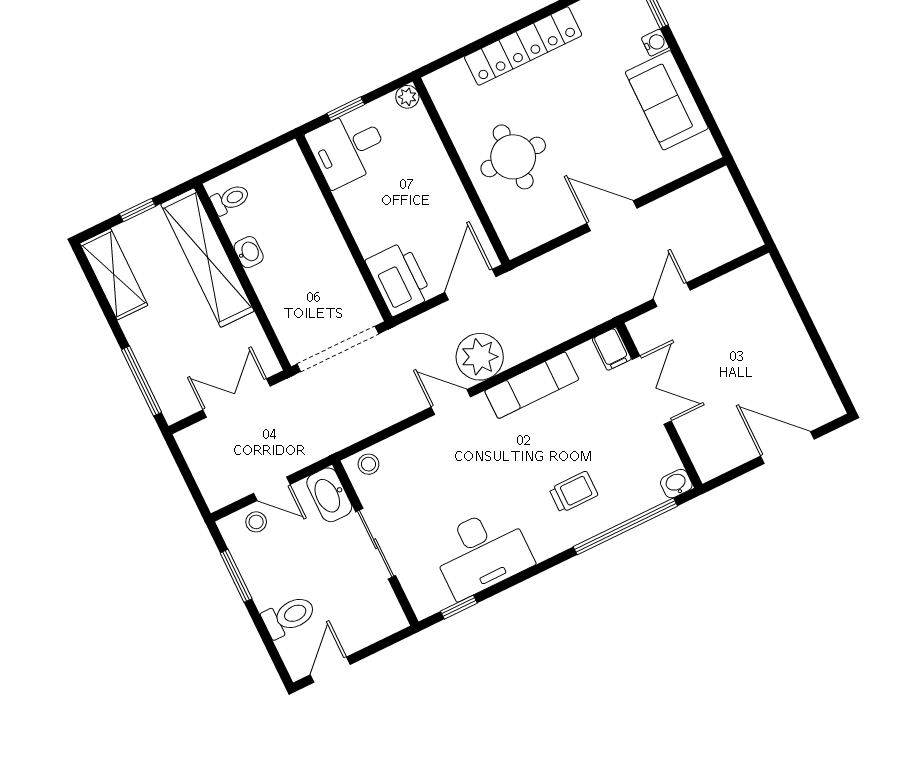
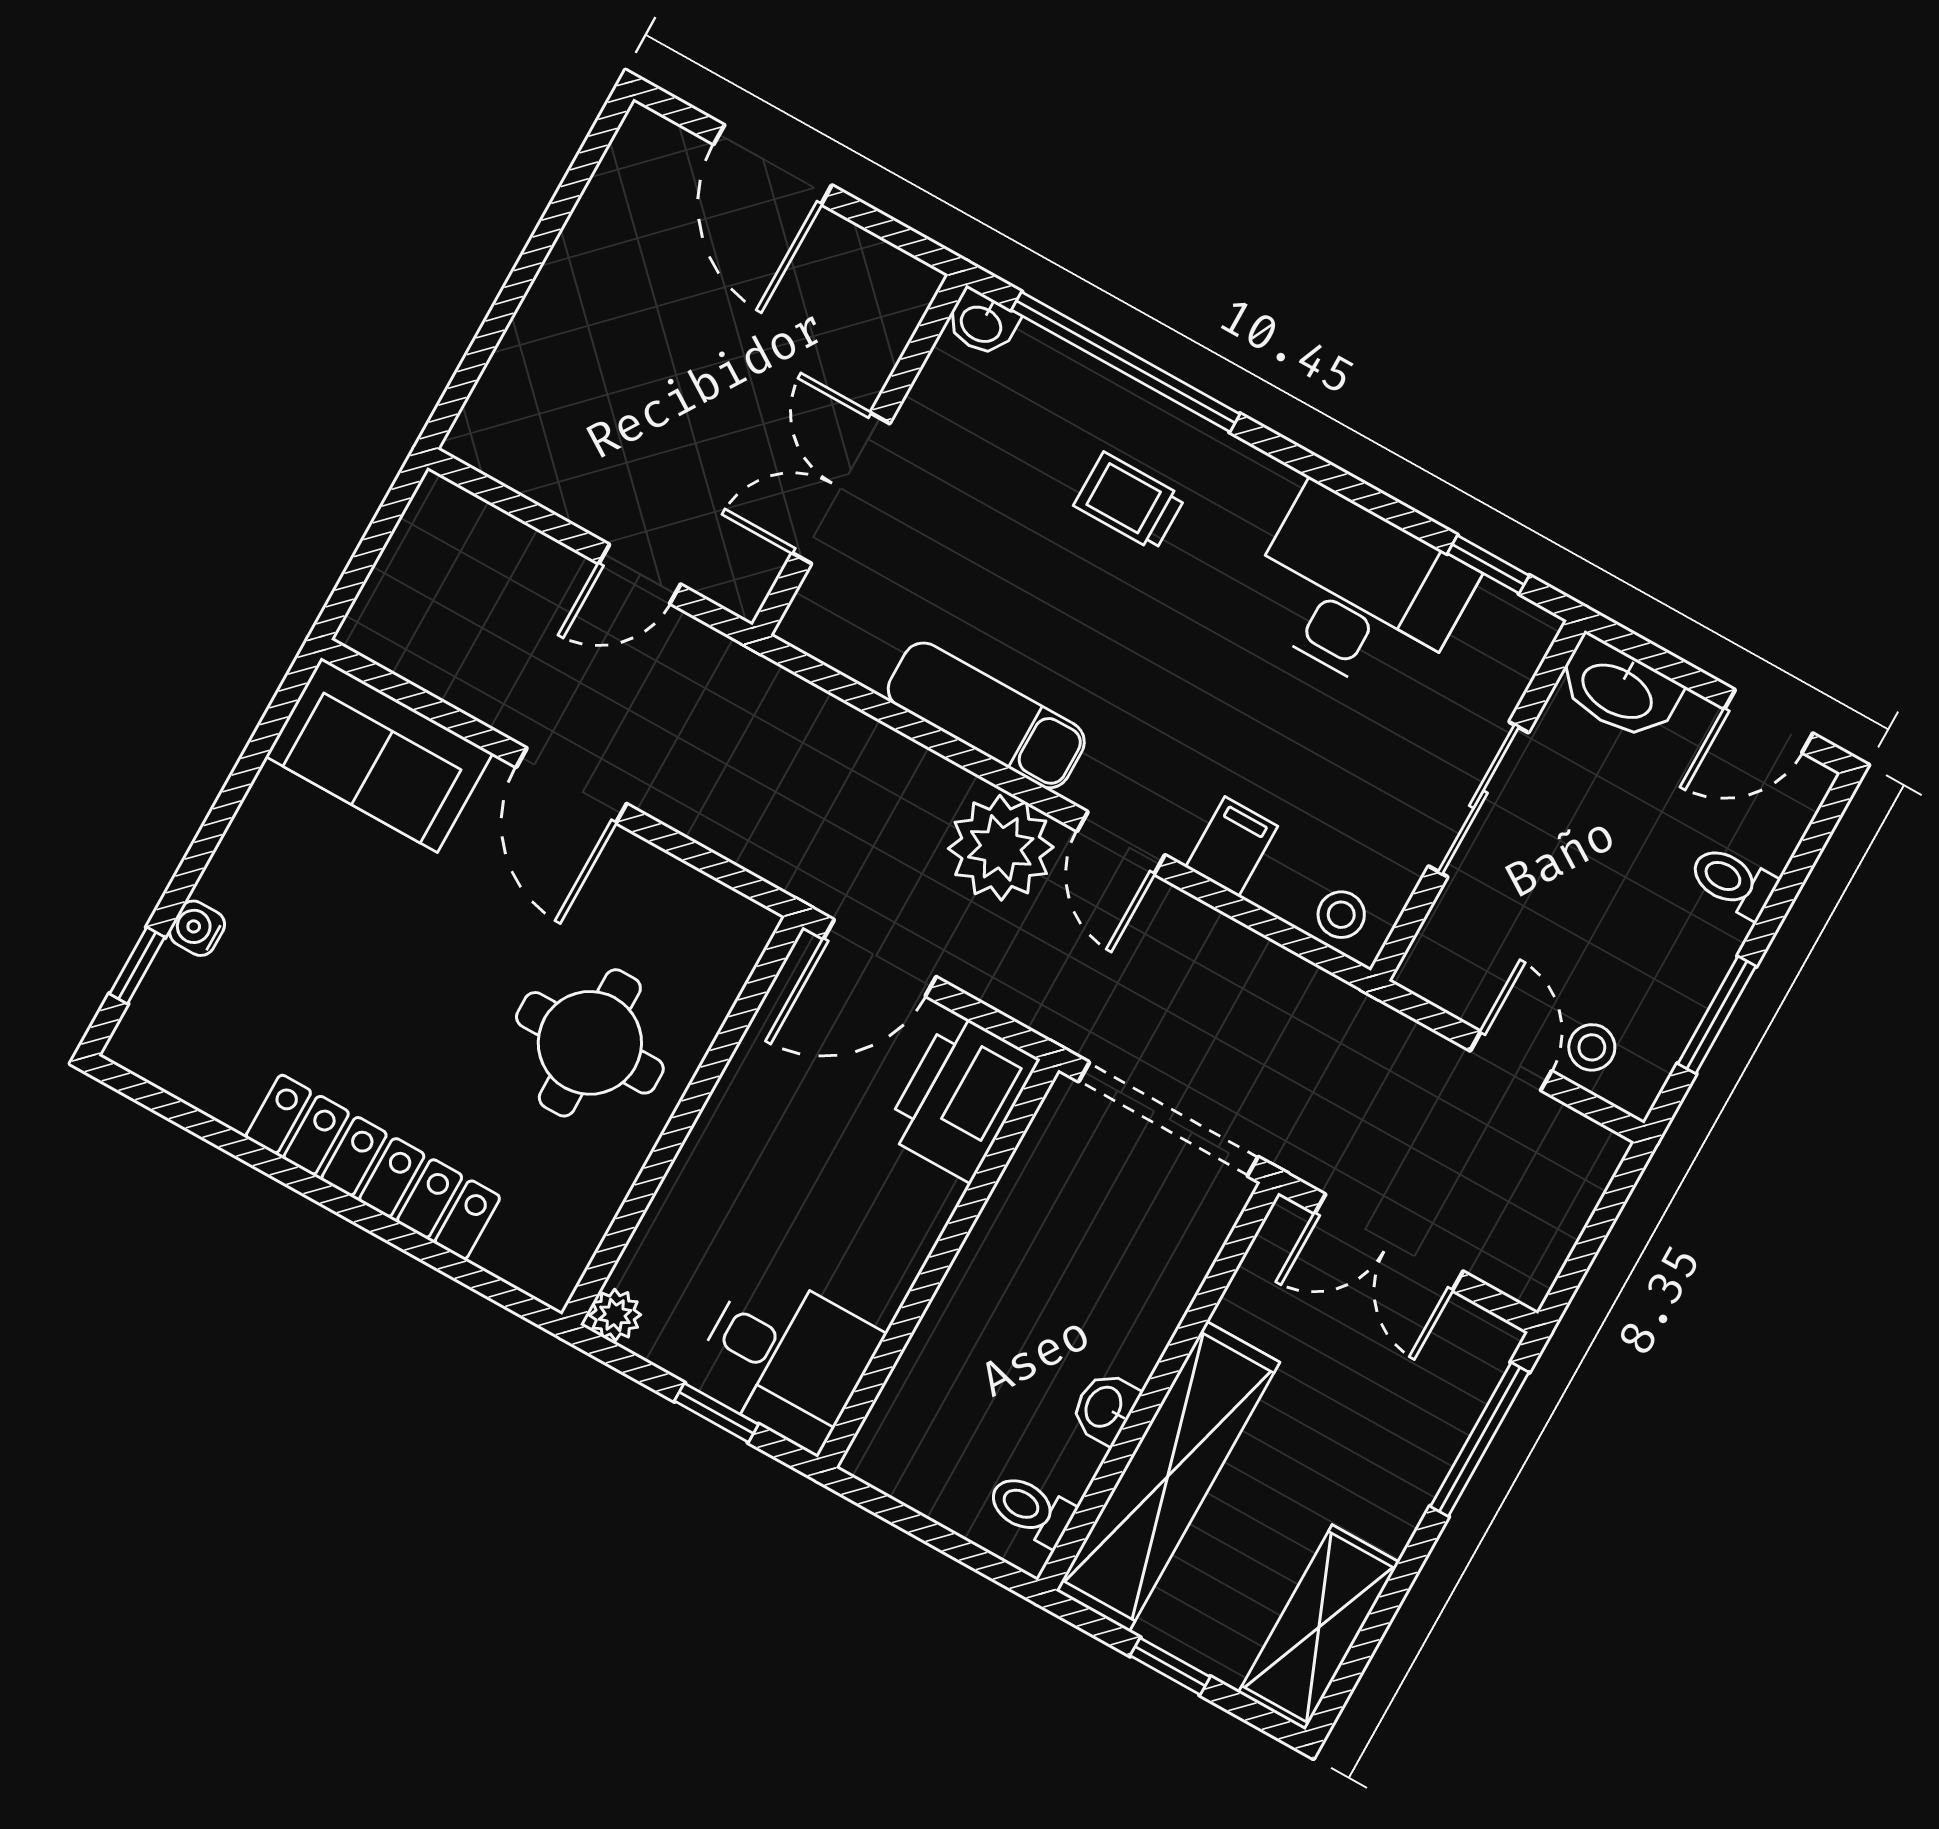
sofa: (667, 100) -> (379, 755), moved, turned 90
filing cabinet: (612, 349) -> (1232, 847), moved
washbasin: (329, 495) -> (1618, 689), moved, turned 90
toilet: (289, 616) -> (1733, 882), width x0.73, depth x0.72

